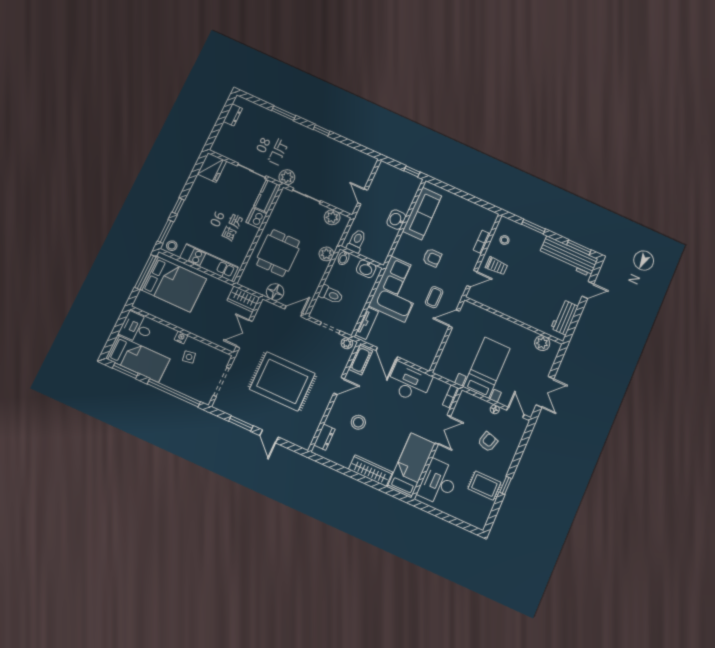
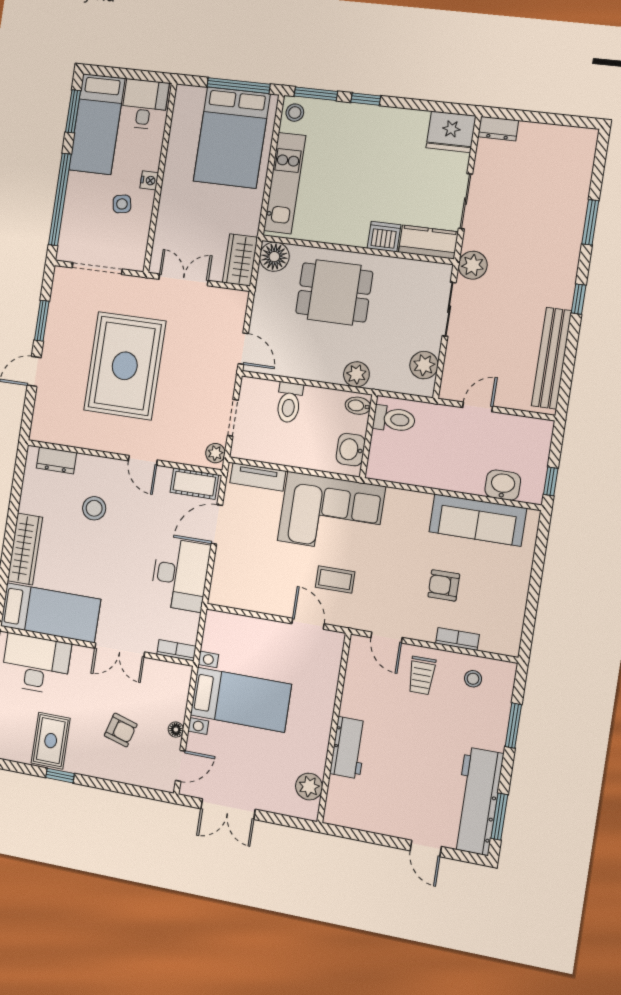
dresser: (233, 115) -> (498, 129), moved
bench: (348, 152) -> (552, 358), added
washbasin: (396, 220) -> (503, 485), moved
armchair: (432, 258) -> (444, 585), moved, turned 90
floor lamp: (275, 292) -> (274, 257), moved
workbench: (564, 317) -> (349, 748), moved, turned 90

